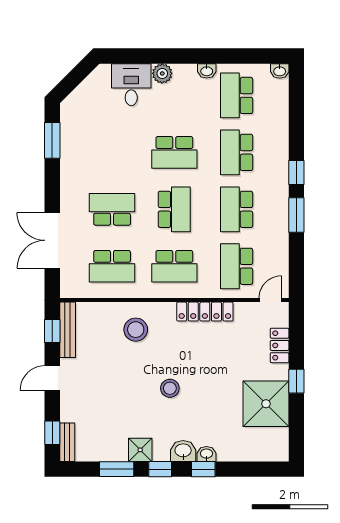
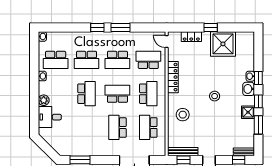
school desk: (112, 266) -> (148, 127), turned 180
school desk: (237, 266) -> (148, 60), turned 180

